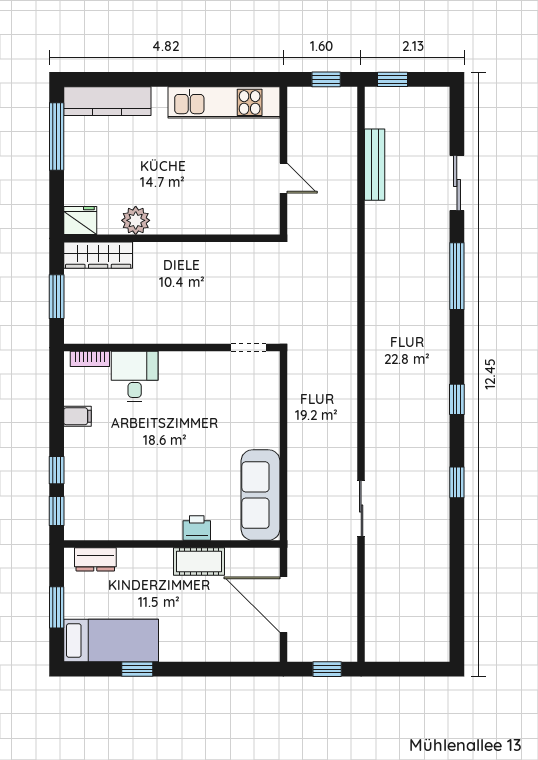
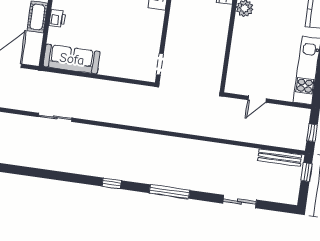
bench: (375, 165) -> (280, 158), moved
window: (457, 276) -> (169, 192), moved
window: (457, 482) -> (62, 176), removed

